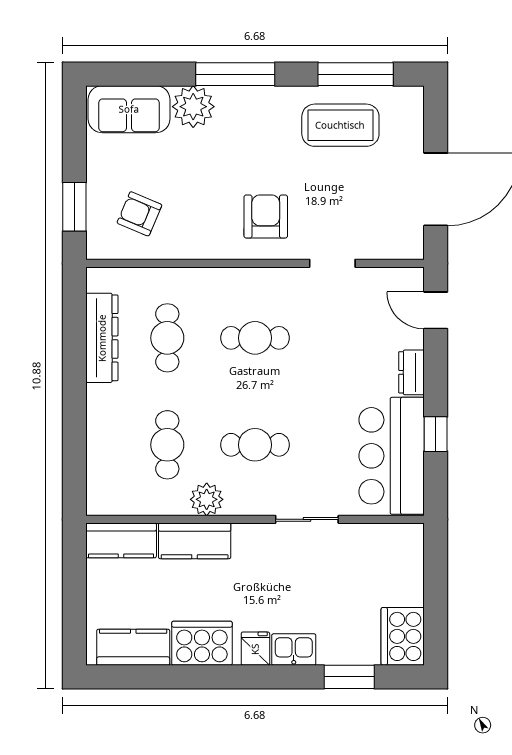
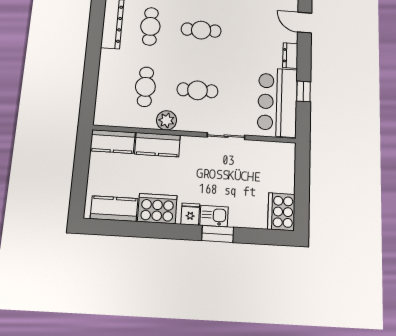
window: (349, 677) -> (218, 234), moved

